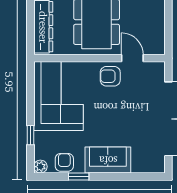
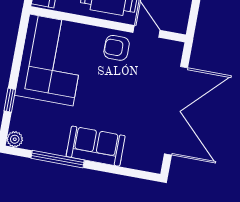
armchair: (64, 162) -> (44, 139), removed
window: (79, 176) -> (58, 159), width x2.17

